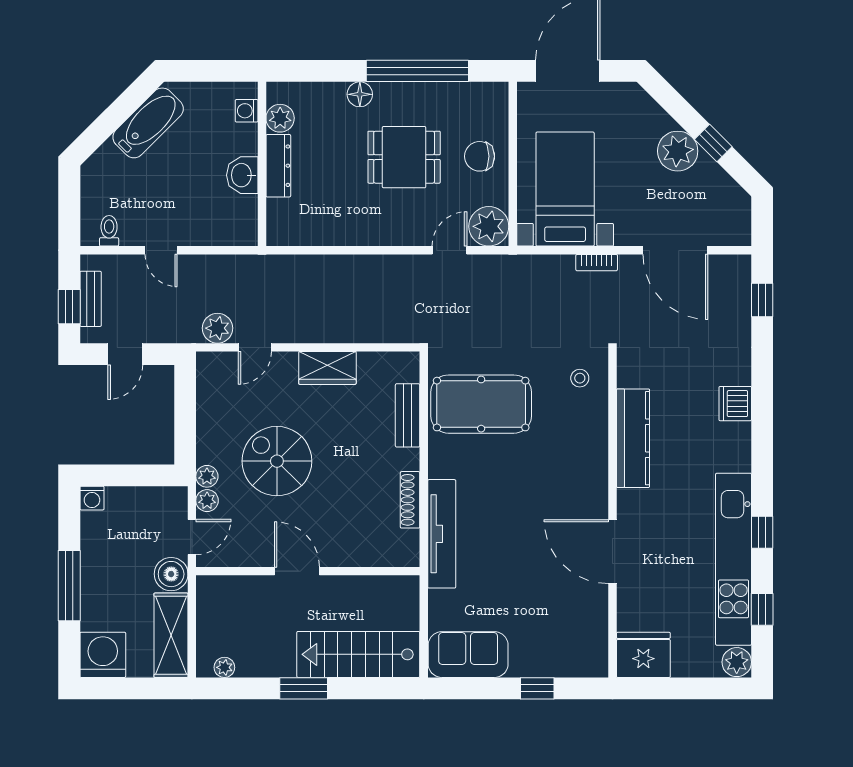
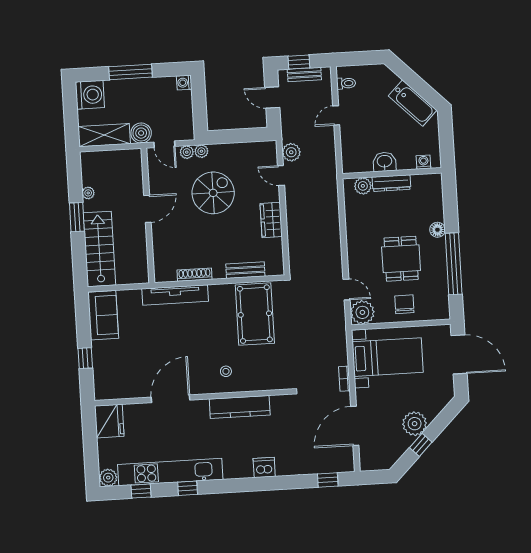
plant: (280, 118) -> (363, 186), moved
stool: (580, 378) -> (226, 371), moved
plant: (224, 667) -> (88, 193), moved

